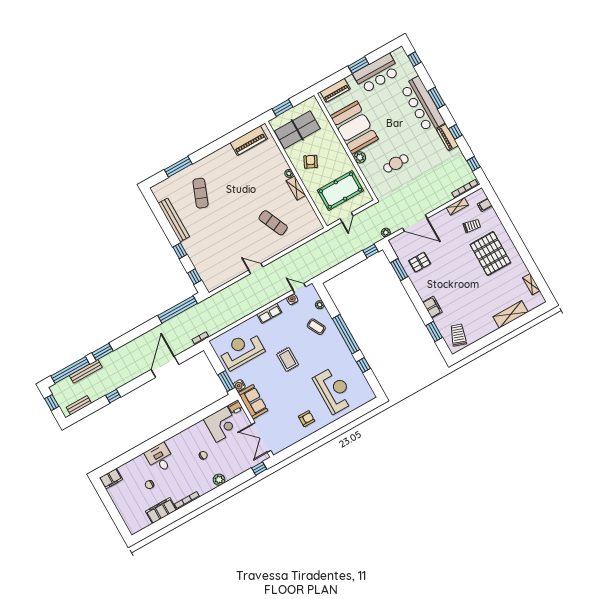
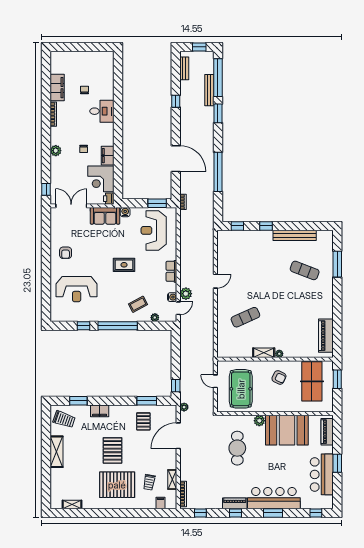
cafe table: (396, 163) -> (237, 448), width x1.37, depth x1.35
pallet: (462, 275) -> (113, 450), added
plant: (282, 289) -> (186, 294), added
window: (177, 310) -> (218, 172), moved
shelving: (511, 314) -> (57, 452), moved
reception desk: (241, 350) -> (154, 230), turned 180
window: (226, 381) -> (157, 203), moved
filing cabinet: (111, 479) -> (108, 156), moved

